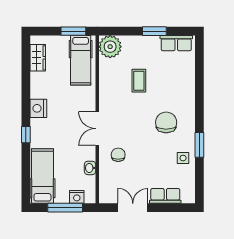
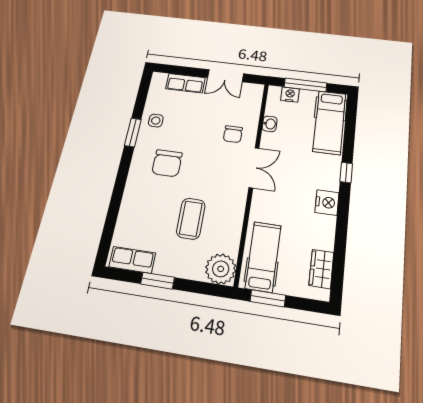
coffee table: (139, 81) -> (191, 219), width x1.36, depth x1.30

